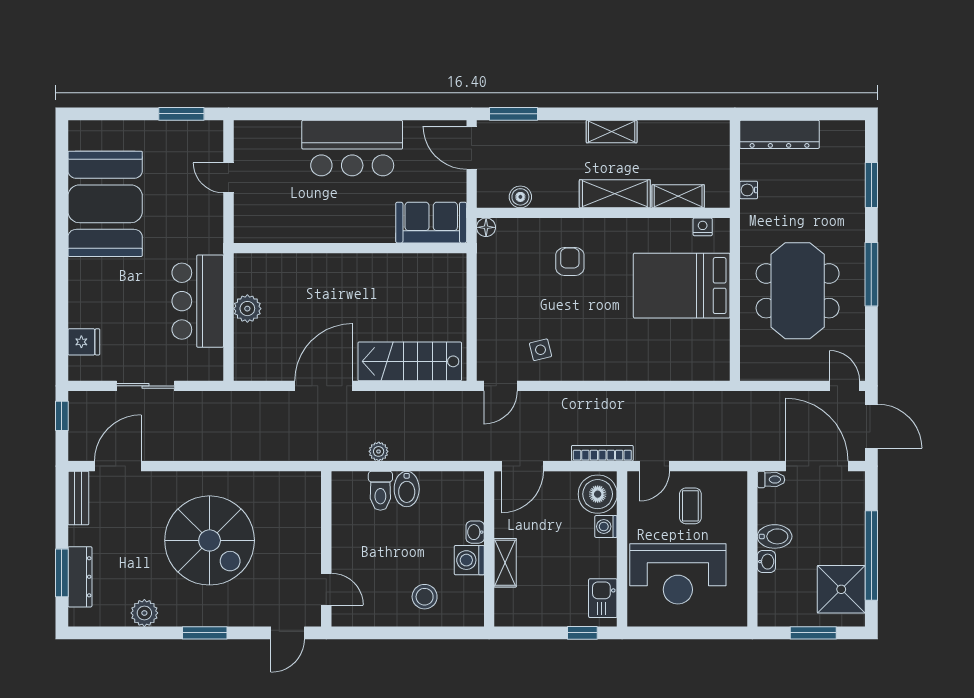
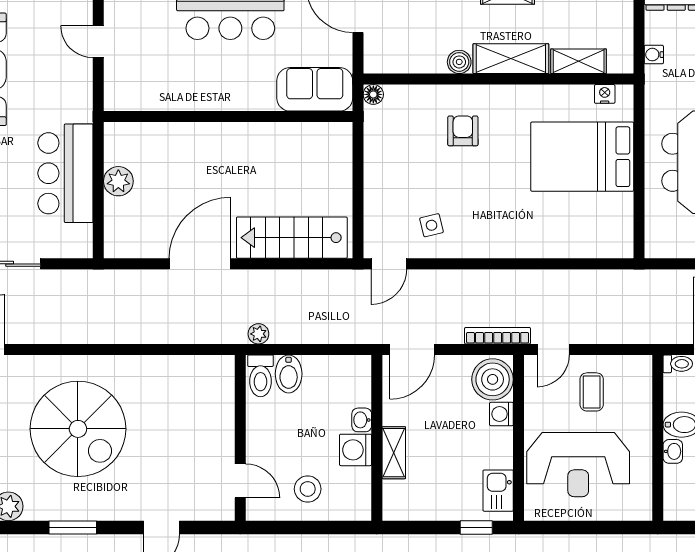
boiler: (520, 197) -> (459, 62), moved
wall: (326, 549) -> (240, 438), moved
door: (326, 589) -> (240, 481), moved

